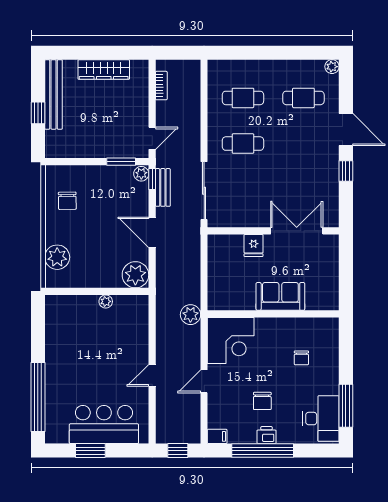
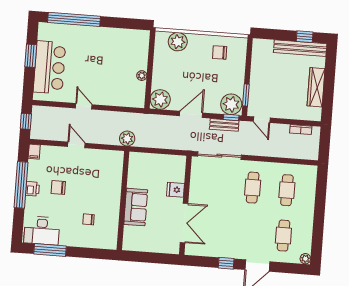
window: (38, 113) -> (305, 37), moved
plant: (141, 174) -> (231, 104), width x1.87, depth x1.87
corner desk: (231, 341) -> (105, 167), removed

